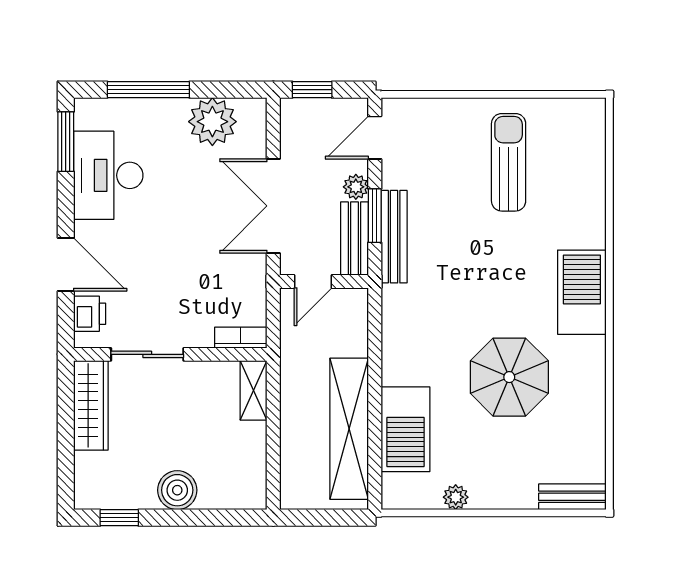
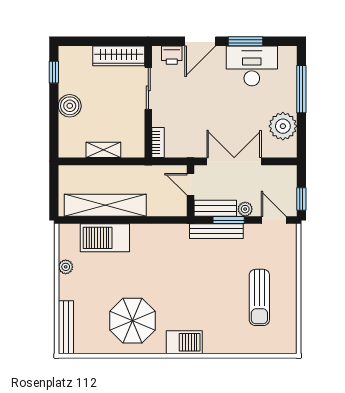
window: (312, 90) -> (301, 199), moved
window: (66, 142) -> (246, 41), moved
sun lounger: (509, 162) -> (259, 297), turned 90
barbecue: (582, 292) -> (184, 342), width x0.73, depth x0.83
parasol: (509, 377) -> (132, 321), moved
shelving: (254, 390) -> (103, 150), moved
bench: (572, 497) -> (66, 327), width x1.36

